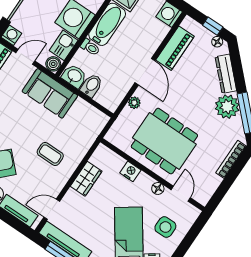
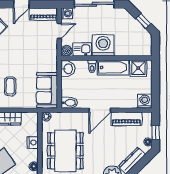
door: (25, 57) -> (59, 31), hinge flipped
bidet: (92, 86) -> (69, 103), moved
sofa: (50, 93) -> (47, 90), moved
plant: (134, 103) -> (46, 116), moved

